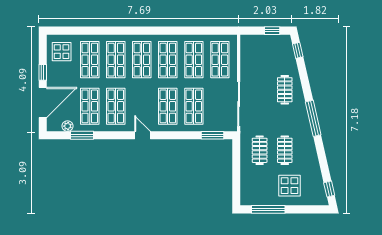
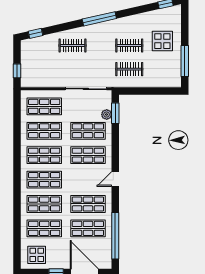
window: (272, 31) -> (17, 71), moved
plant: (68, 126) -> (107, 115), moved
window: (82, 135) -> (115, 236), width x2.11

